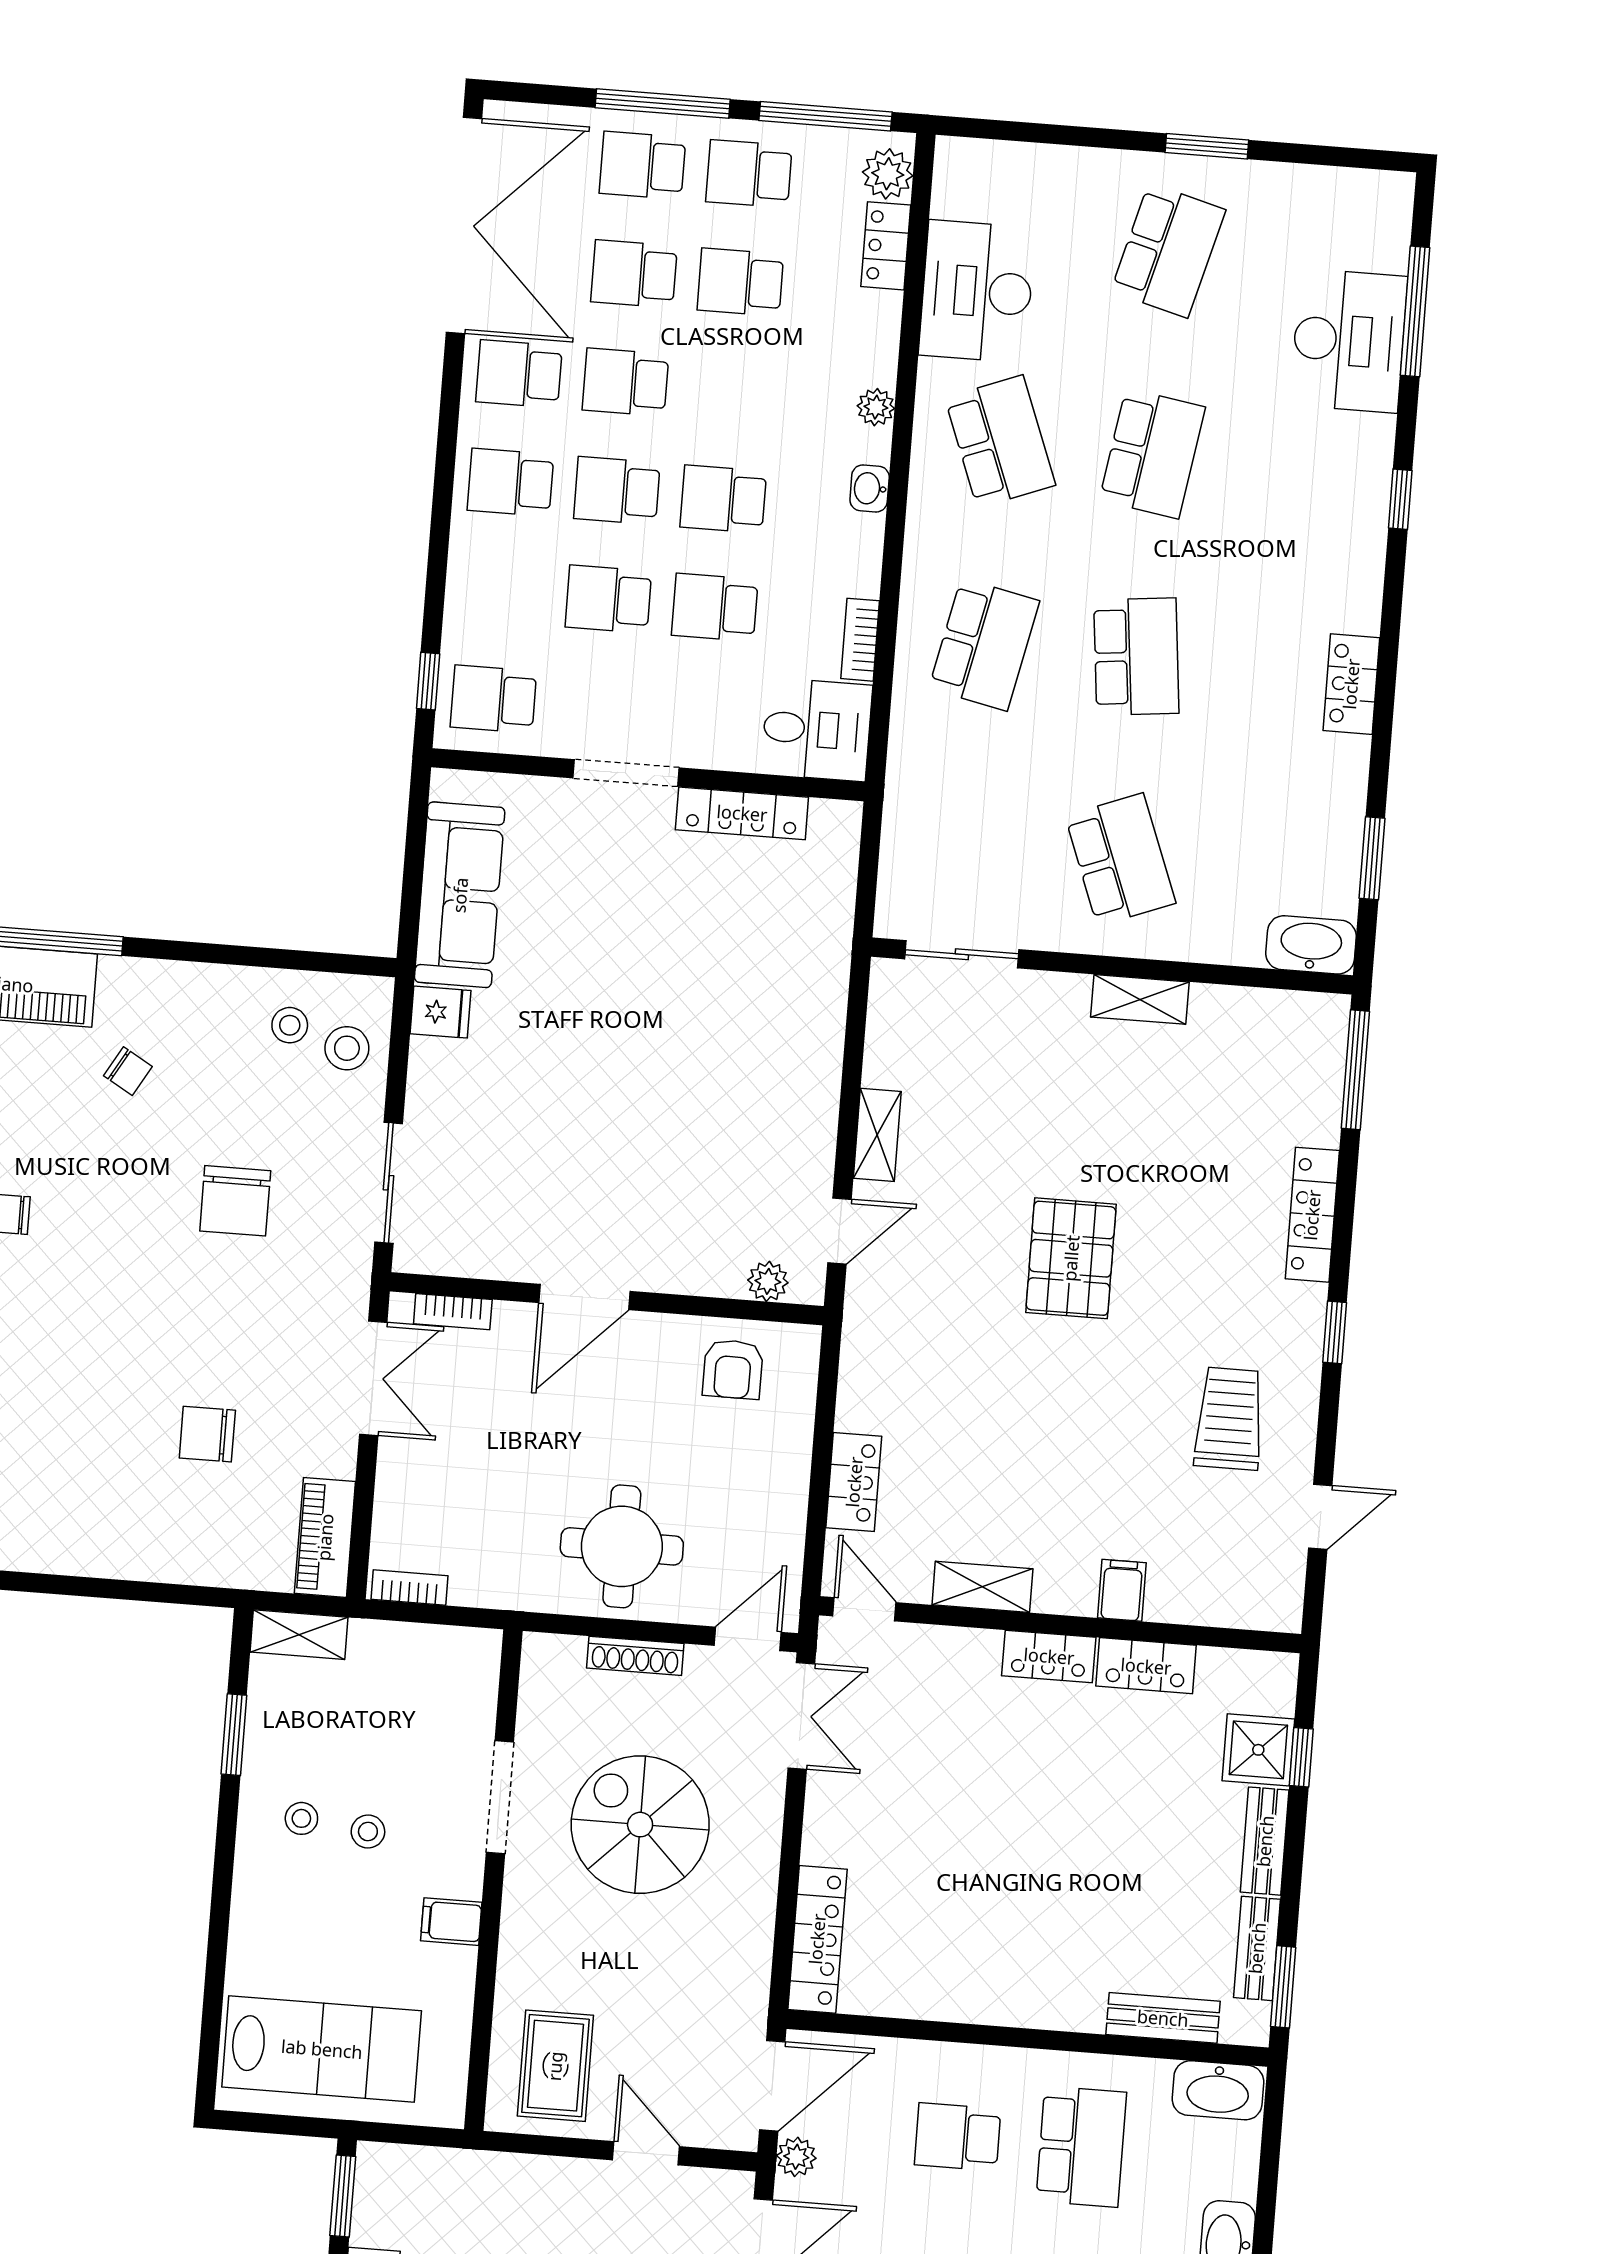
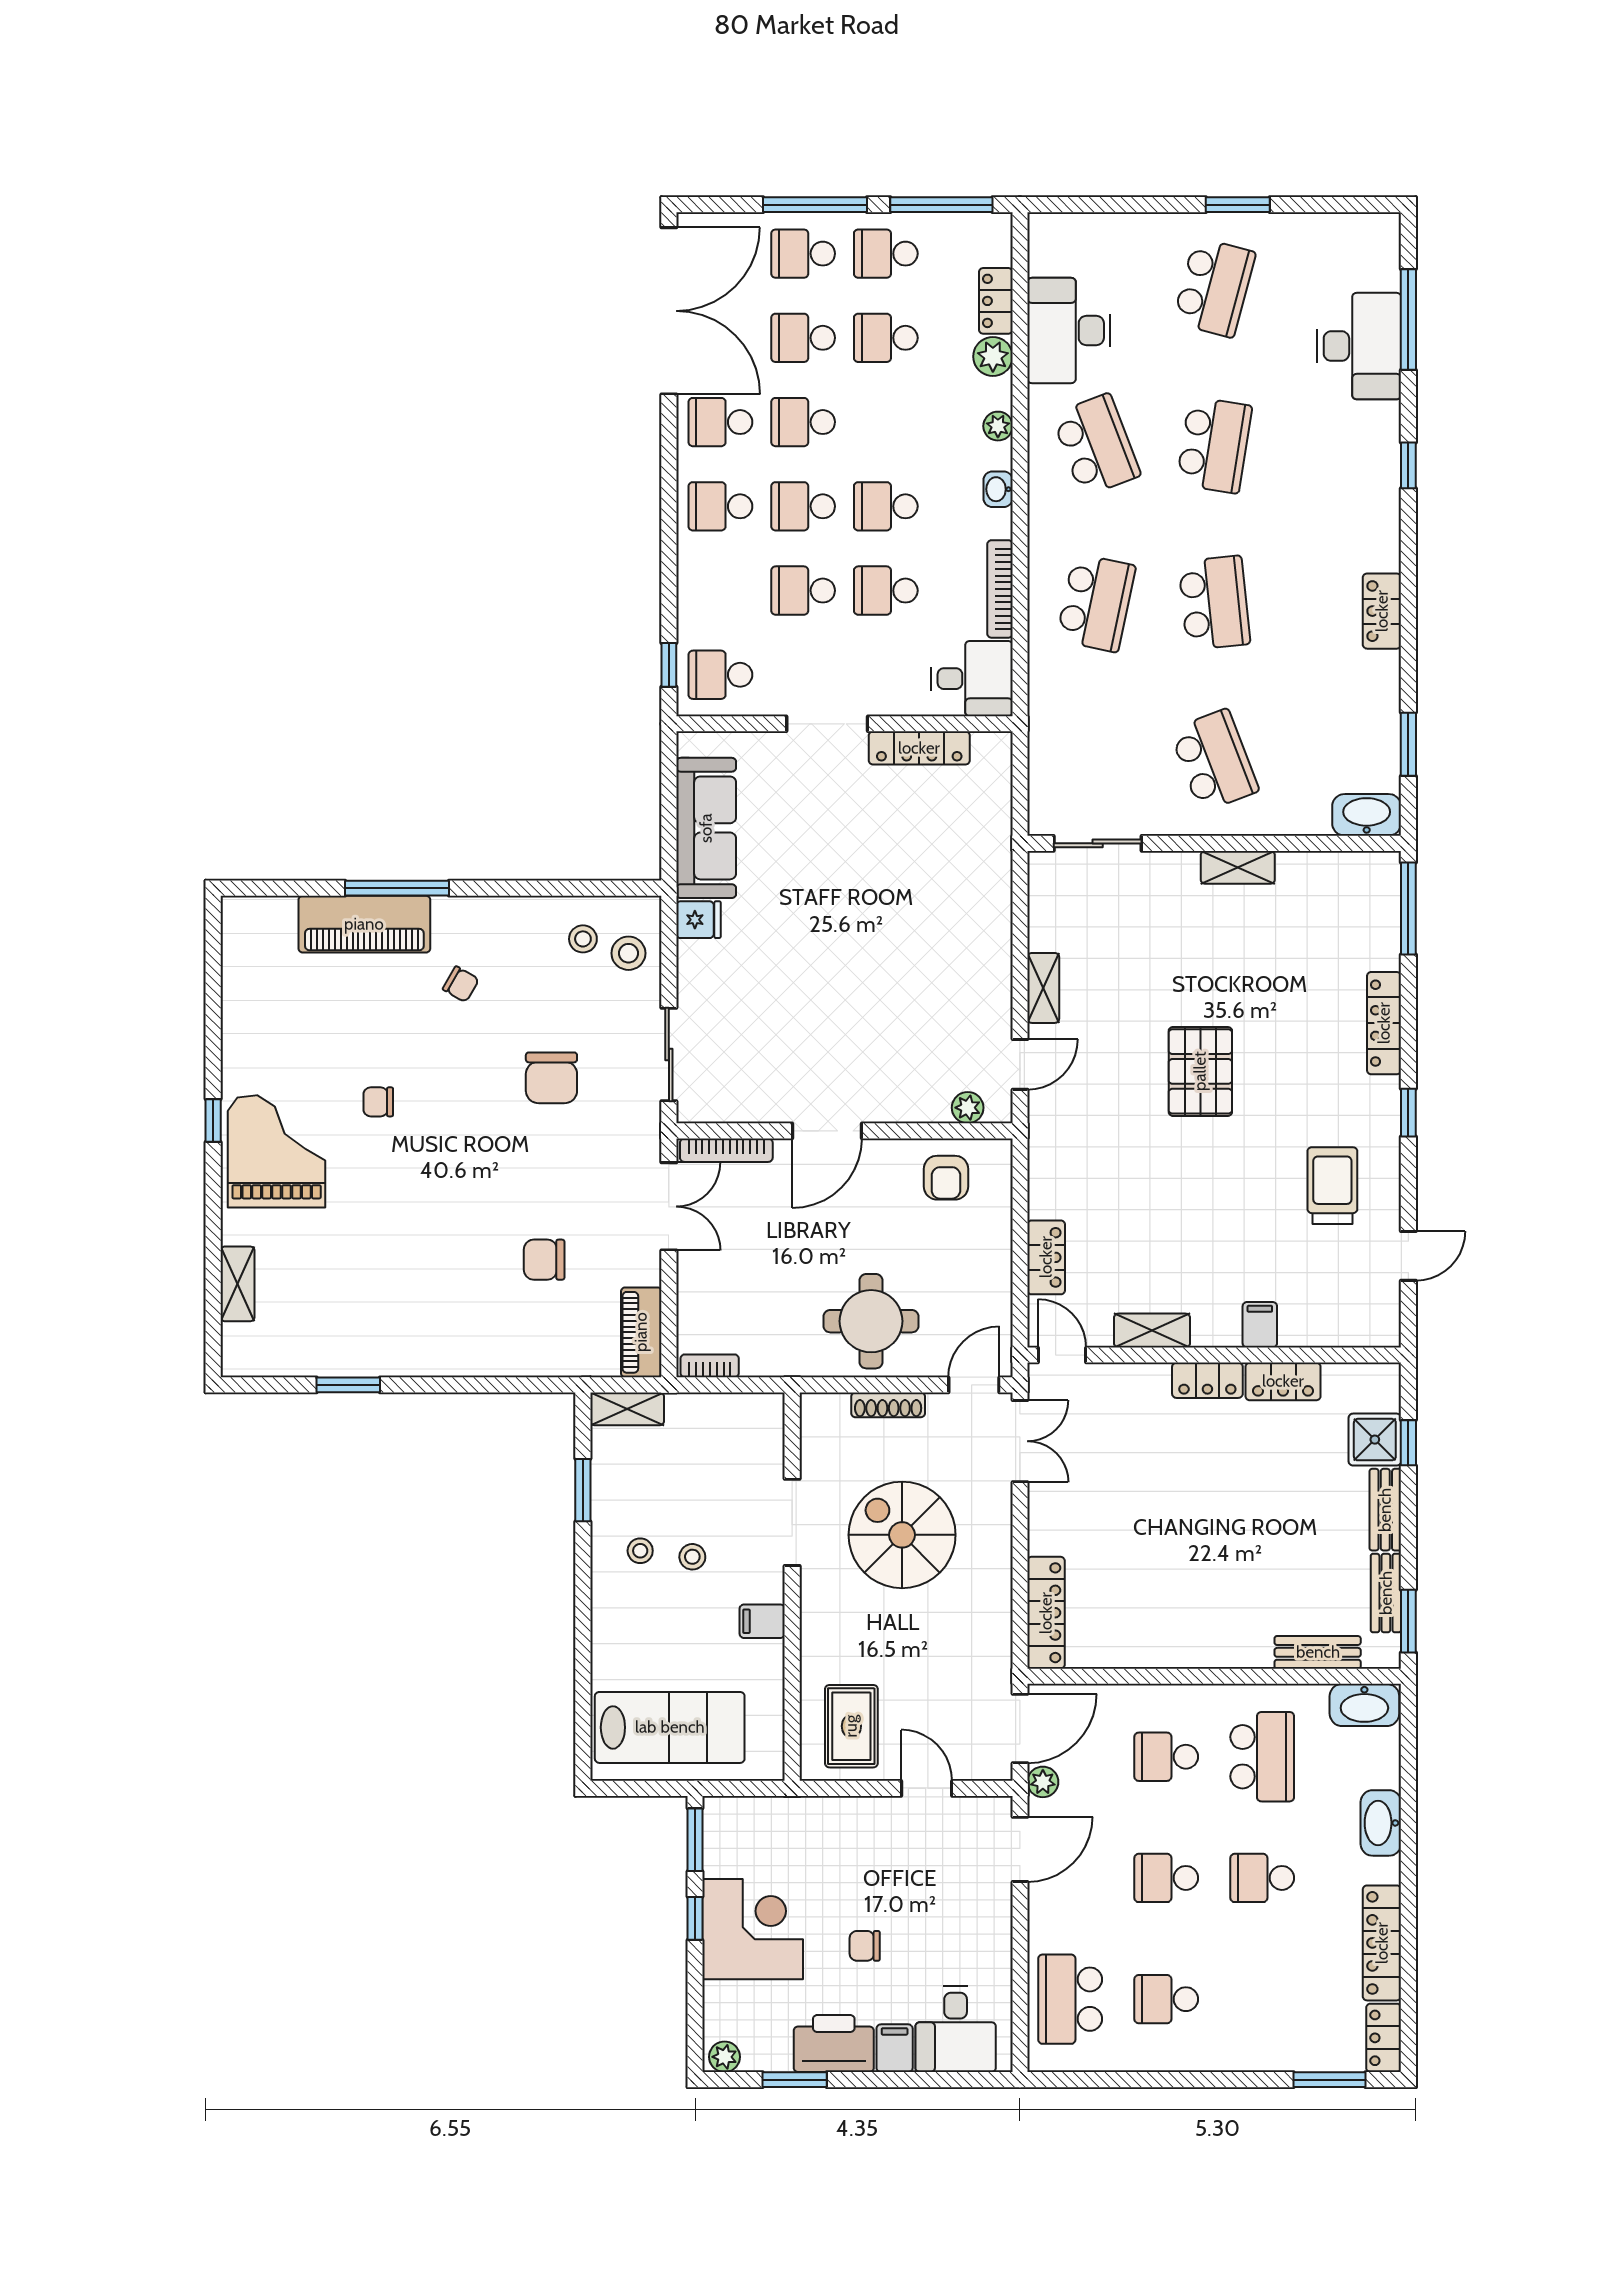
plant: (888, 174) -> (993, 357), moved
bookcase: (860, 640) -> (1000, 589), width x1.56
bookcase: (453, 1312) -> (726, 1150), width x1.56

